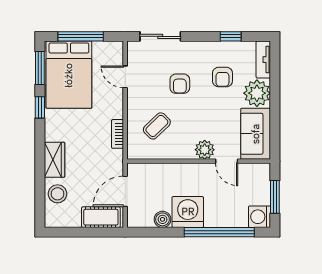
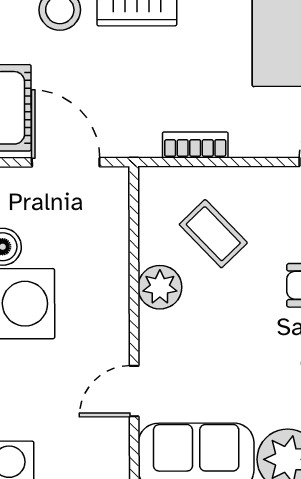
plant: (205, 150) -> (160, 287), moved

